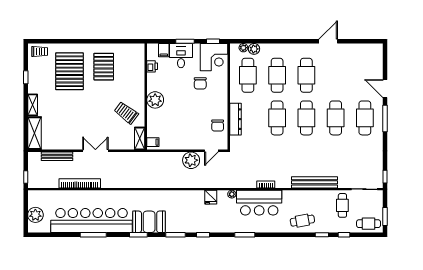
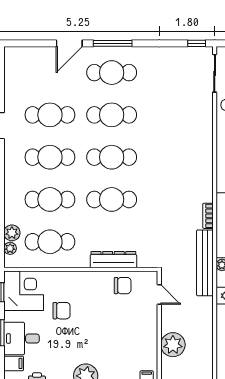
cafe table: (336, 75) -> (50, 115), added
plant: (191, 160) -> (173, 345), moved
bench: (315, 182) -> (205, 263), moved

